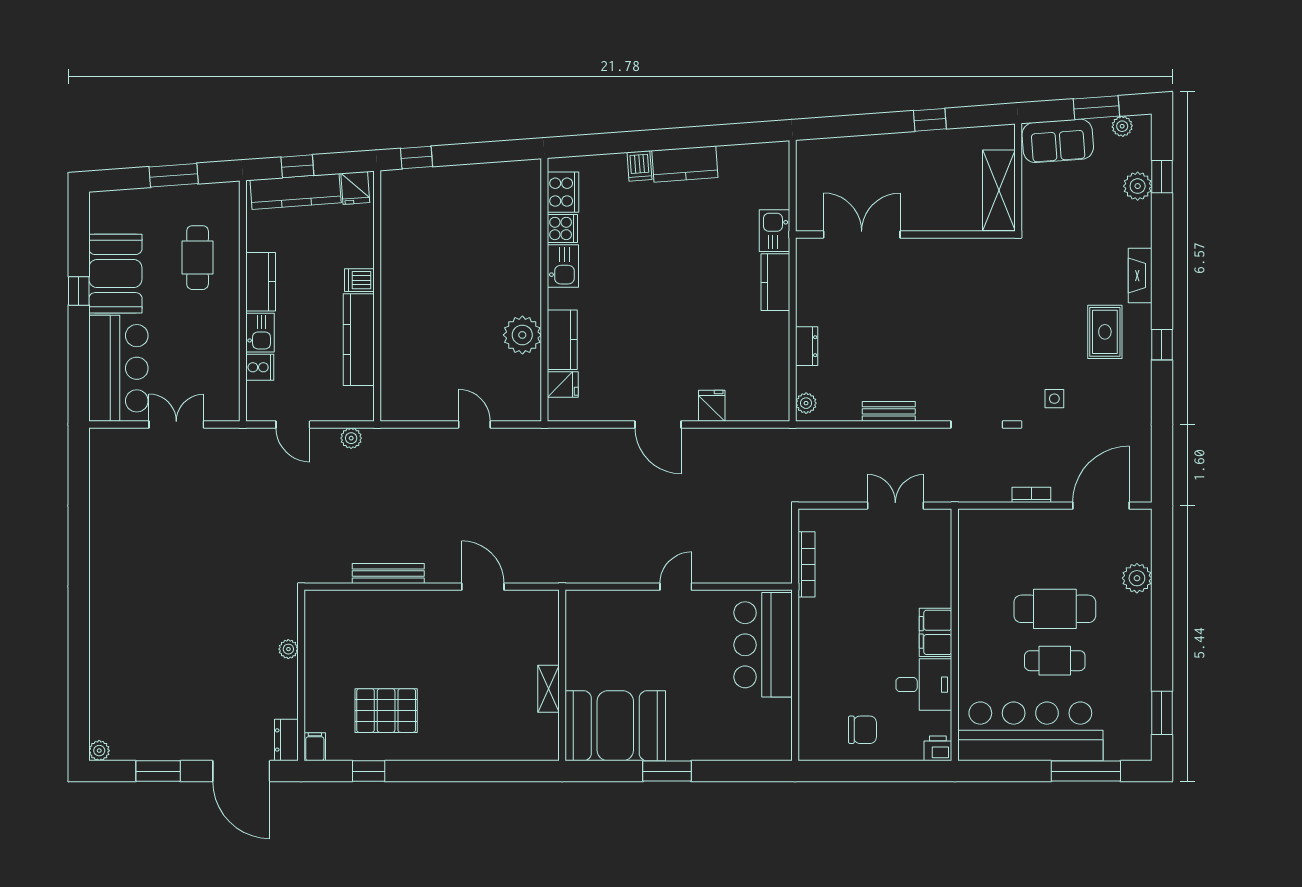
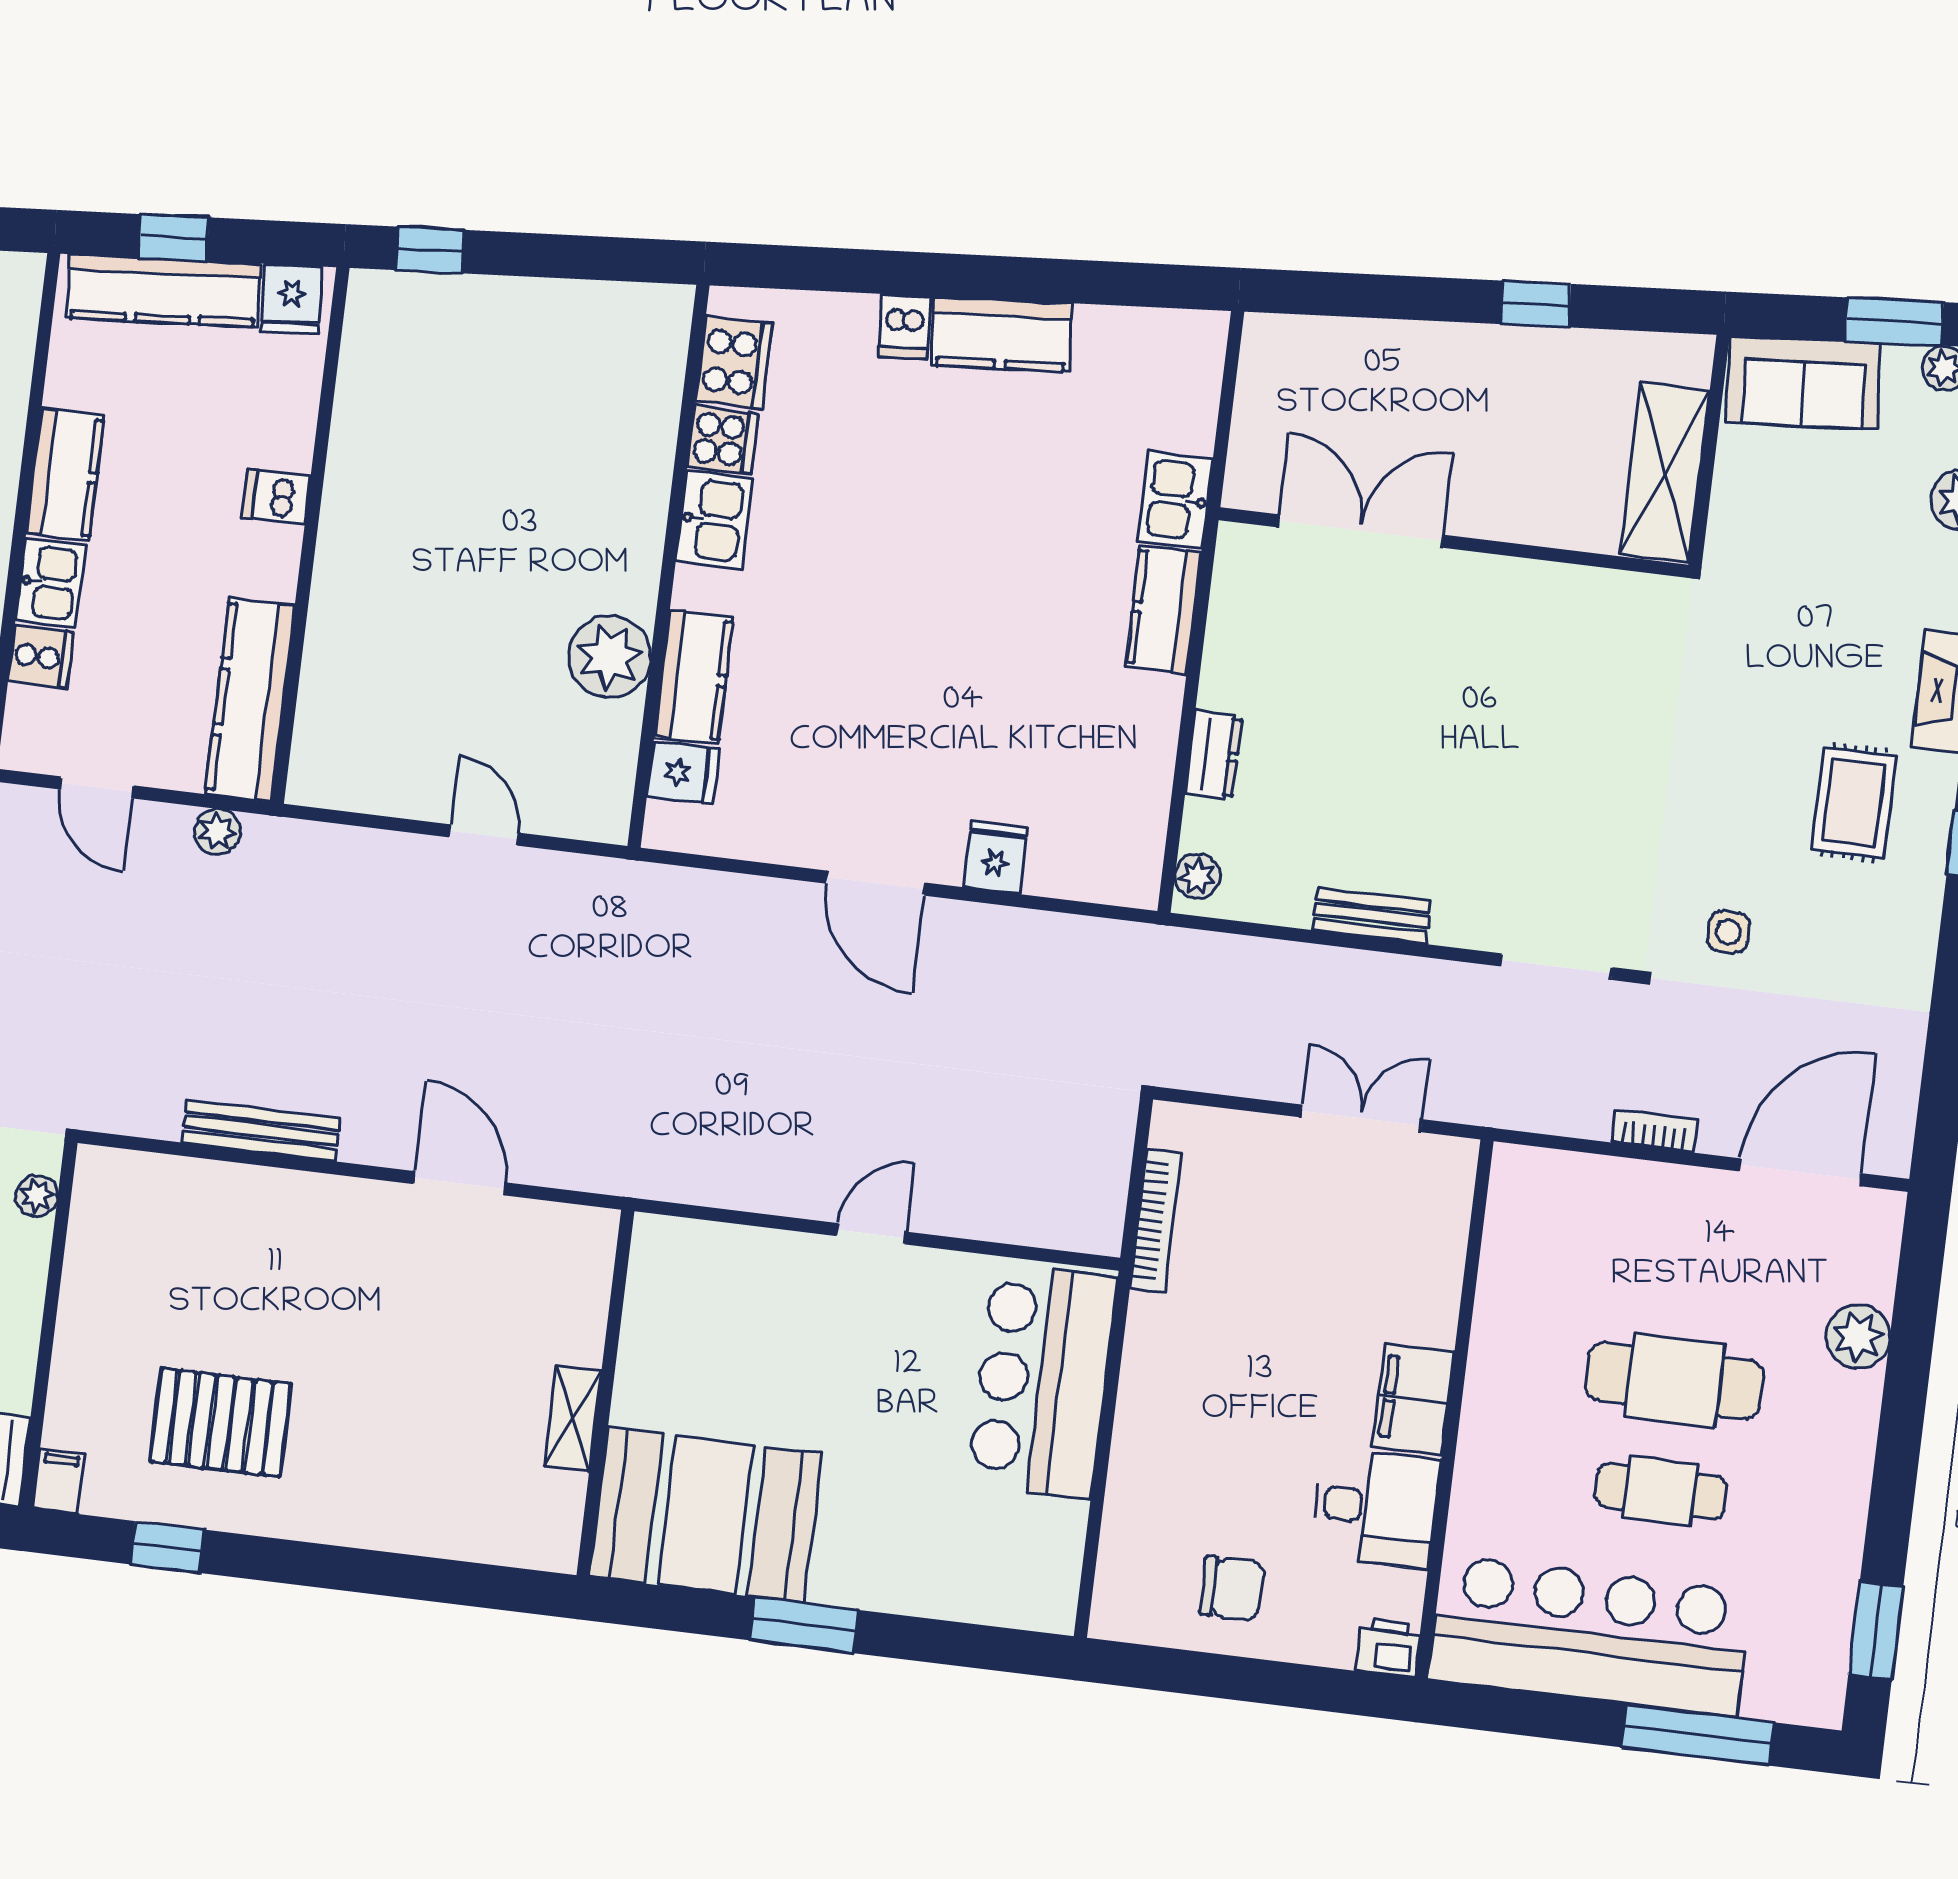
kitchen counter: (359, 340) -> (250, 700), moved
plant: (288, 649) -> (37, 1196), moved

